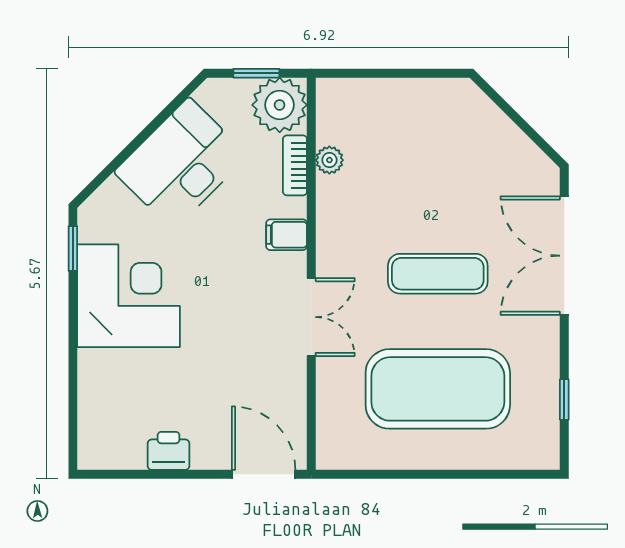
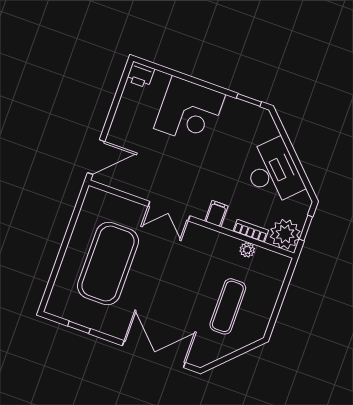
exercise mat: (438, 274) -> (228, 306), moved
corner desk: (129, 296) -> (190, 111), moved
printer: (169, 451) -> (140, 75), moved, turned 90

